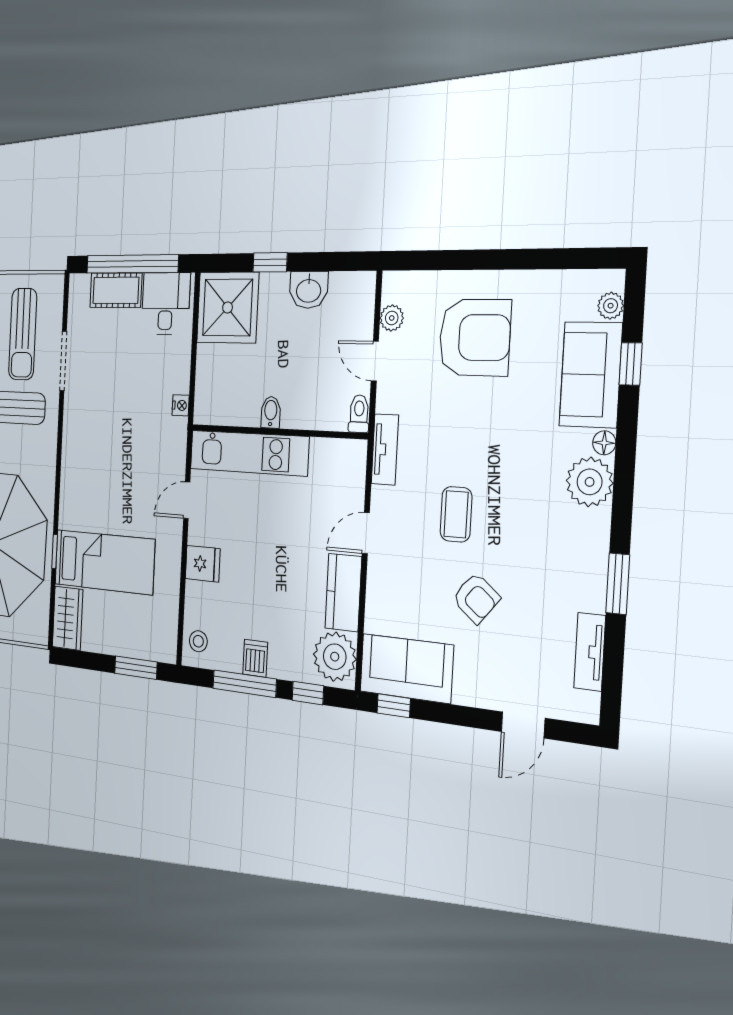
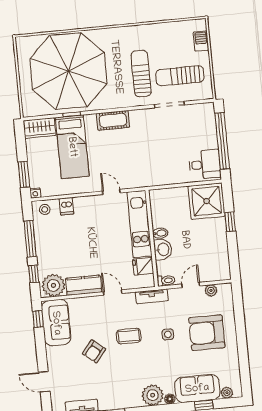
cot: (116, 290) -> (113, 120), moved, turned 90
washbasin: (309, 290) -> (163, 249), moved, turned 180
armchair: (475, 337) -> (207, 333), turned 90
nightstand: (181, 405) -> (35, 193), moved
side table: (465, 426) -> (168, 334), added
fridge: (203, 564) -> (143, 266), moved, turned 90
dishwasher: (255, 658) -> (66, 206), moved, turned 90

